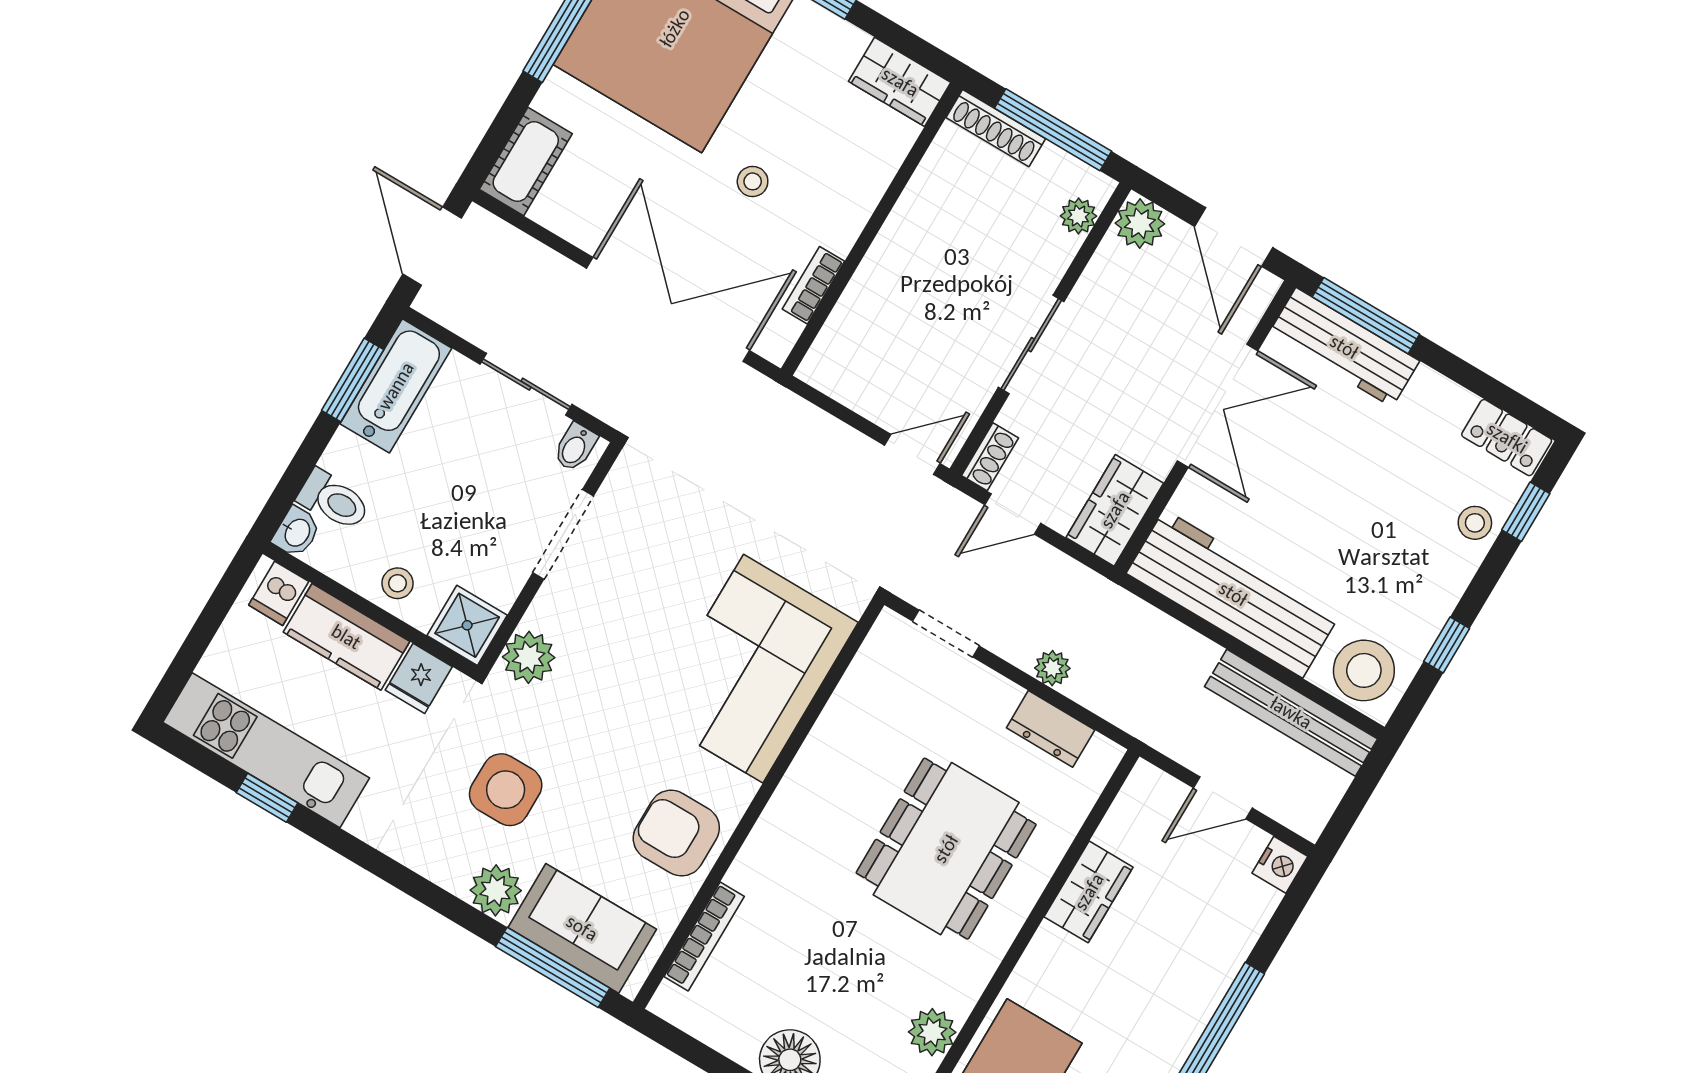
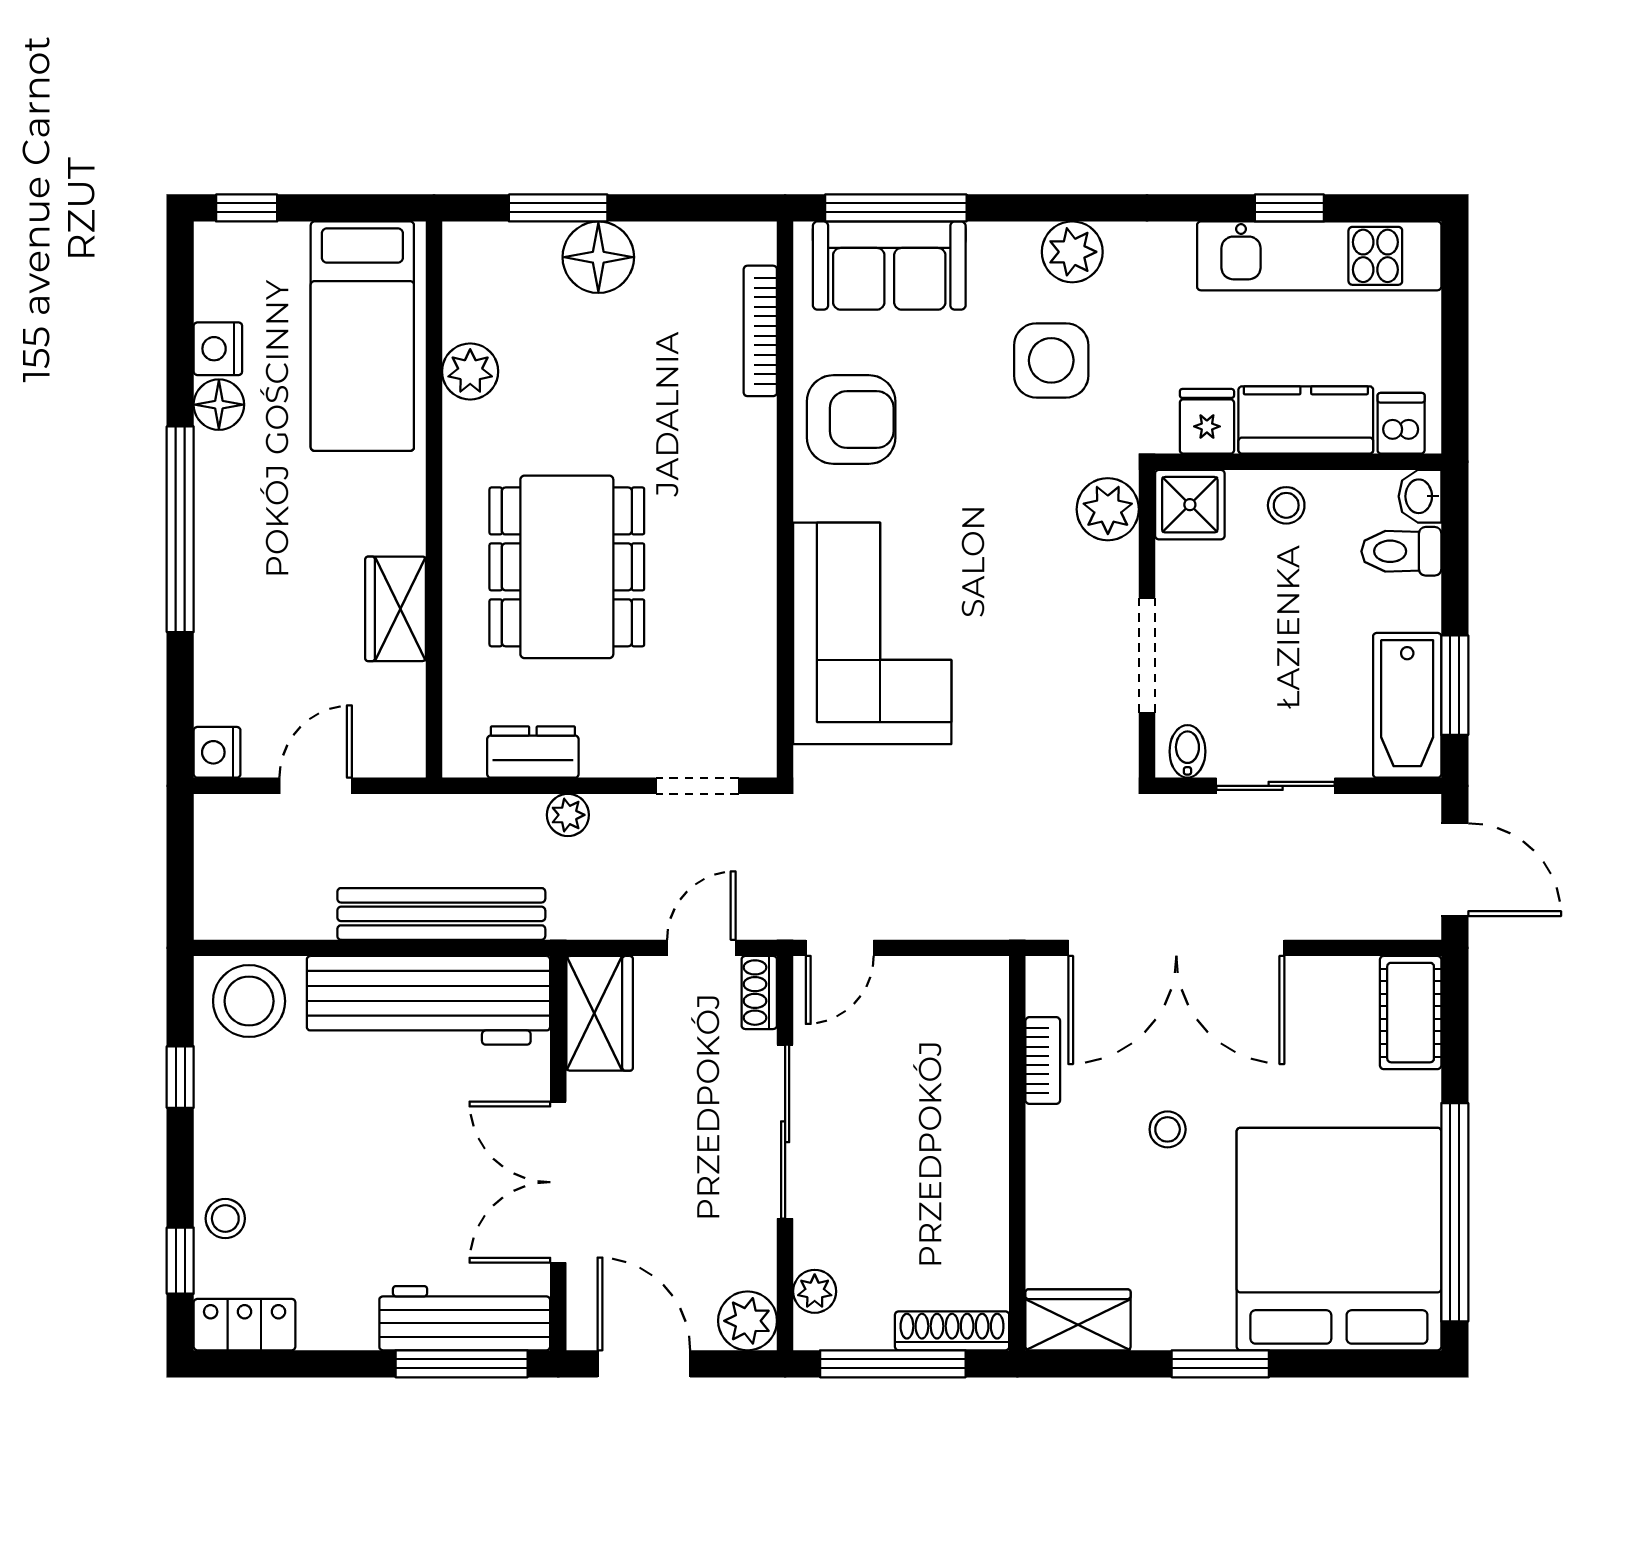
sliding door: (1031, 345) -> (785, 1132), width x1.37
bench: (1291, 713) -> (441, 914), moved
plant: (496, 890) -> (1072, 252), moved

